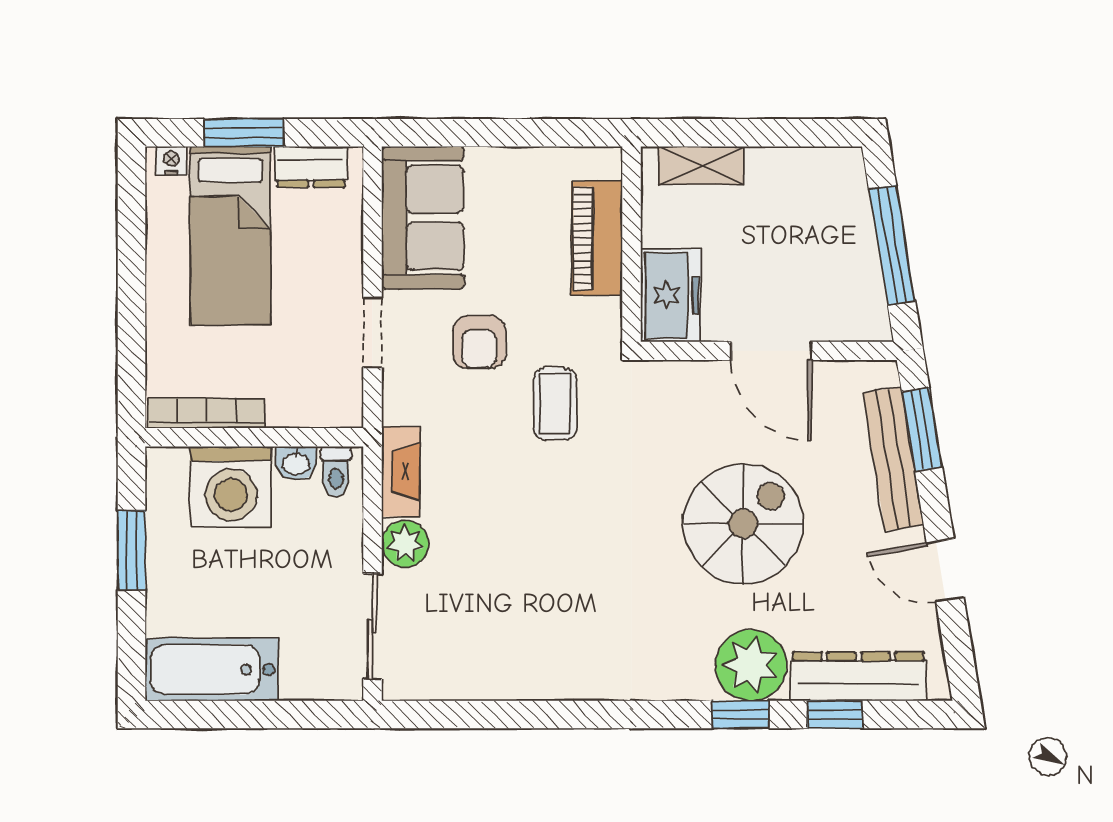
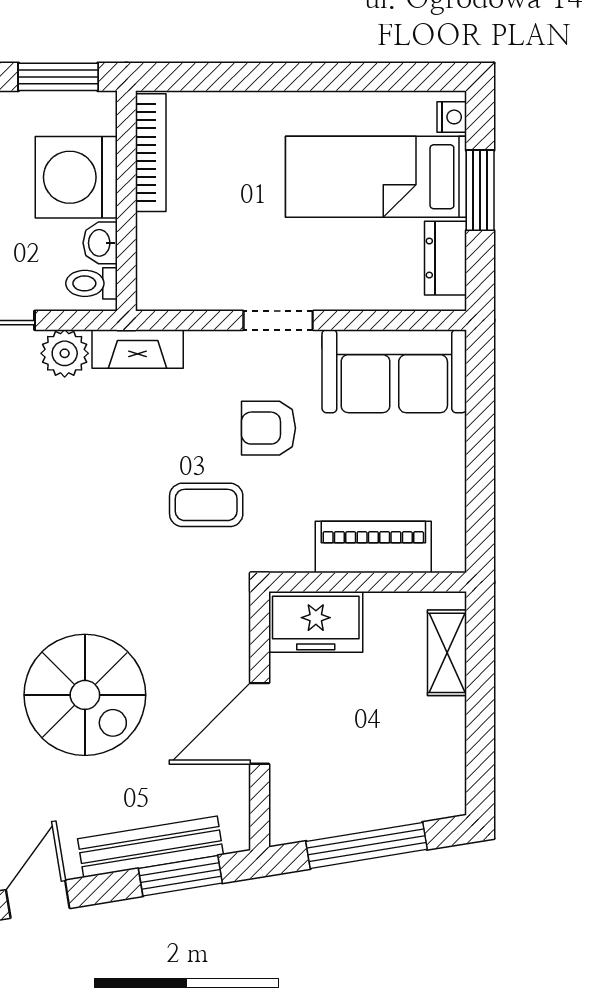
bookcase: (207, 413) -> (151, 153), moved
wall: (254, 437) -> (126, 201), moved
washbasin: (296, 463) -> (100, 243), moved
toilet: (336, 472) -> (92, 283), moved
washing machine: (231, 487) -> (76, 177), moved

